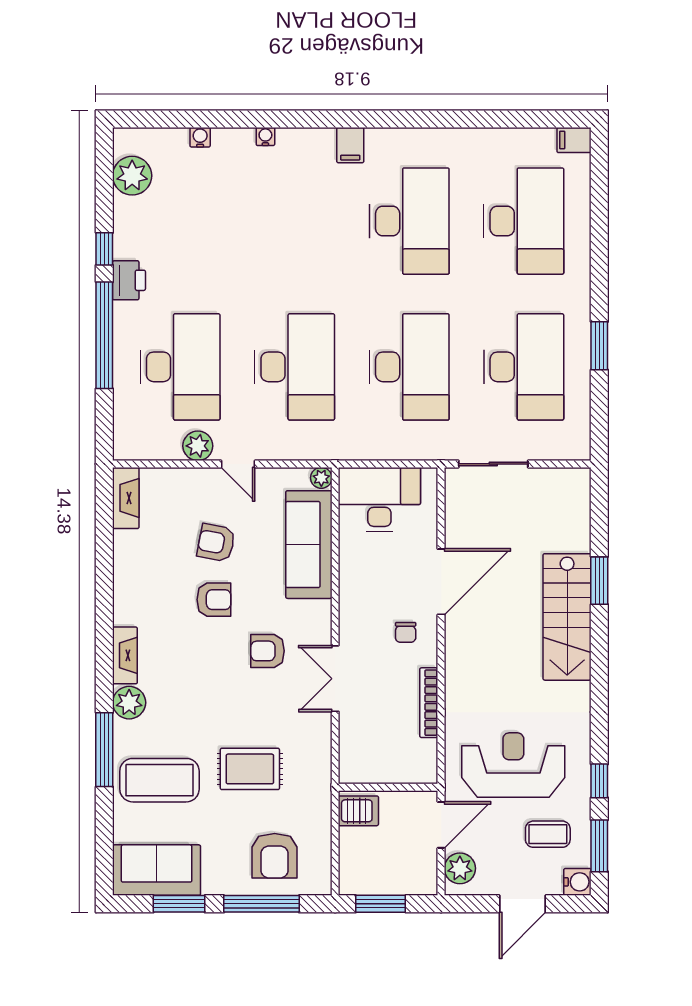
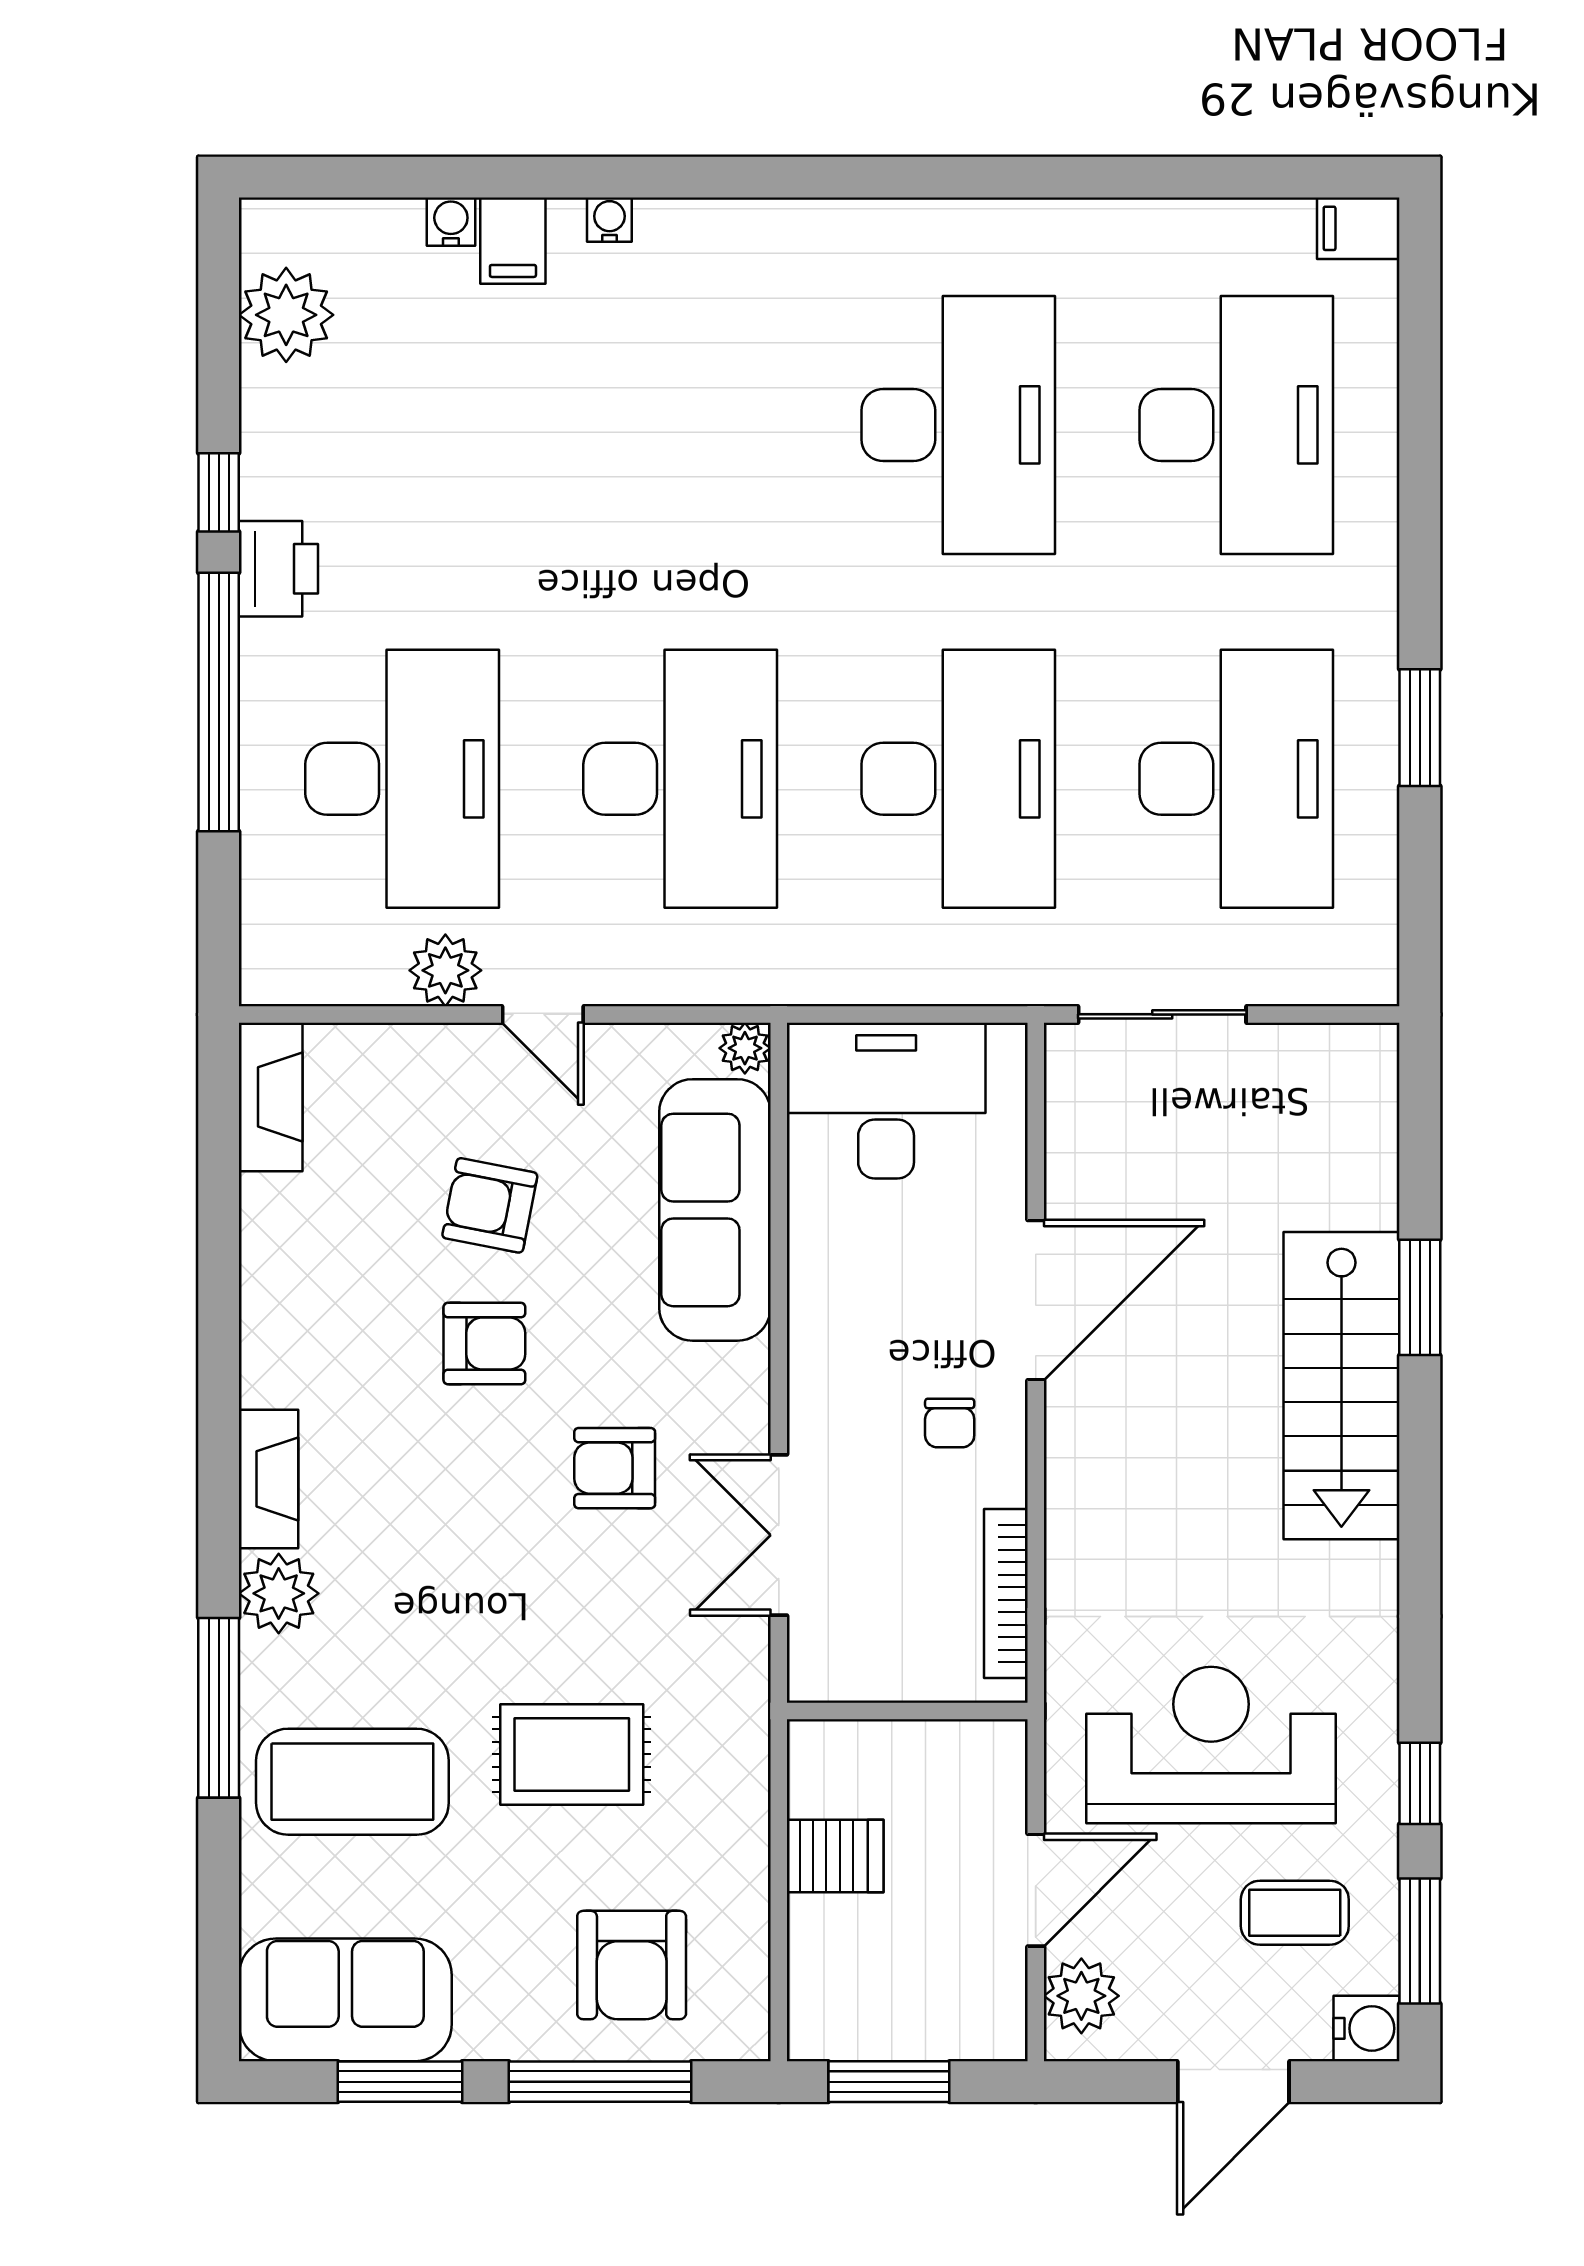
filing cabinet: (350, 145) -> (513, 241), moved
wall: (388, 787) -> (907, 1711), moved

